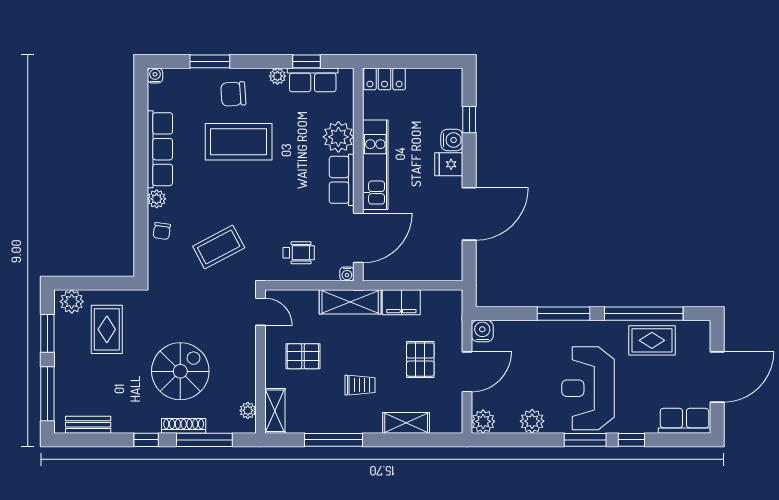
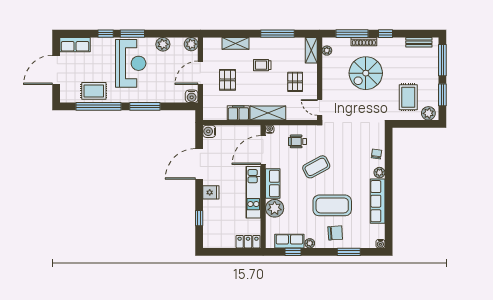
water cooler: (452, 140) -> (209, 131), moved
coffee table: (219, 247) -> (316, 167), moved
pallet: (303, 356) -> (295, 82), turned 90

